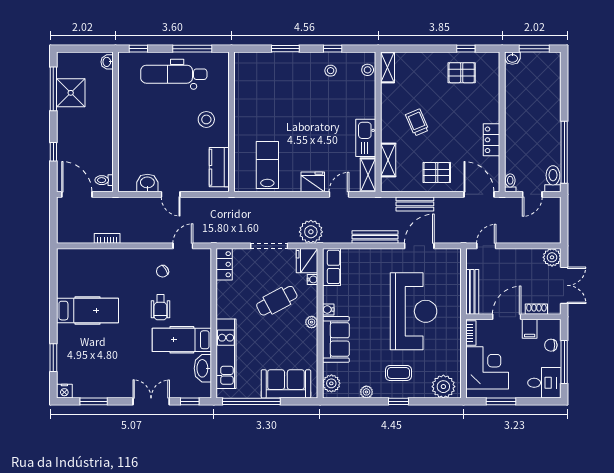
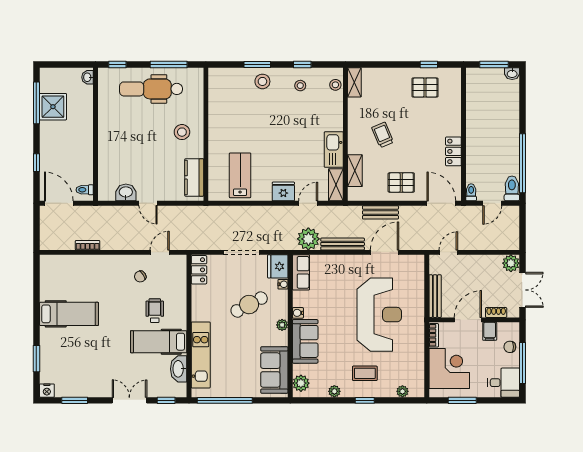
washbasin: (512, 58) -> (512, 74), moved
stool: (291, 66) -> (262, 81), added
plant: (311, 232) -> (308, 239), moved
wheelchair: (160, 307) -> (155, 311), moved, turned 180
sofa: (286, 384) -> (274, 370), moved, turned -90
plant: (443, 387) -> (402, 391), width x0.53, depth x0.53

